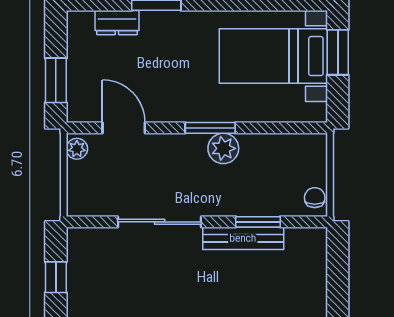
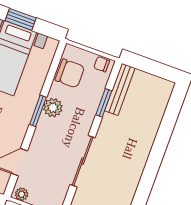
chair: (284, 155) -> (70, 73), added
bench: (243, 238) -> (120, 89), moved

